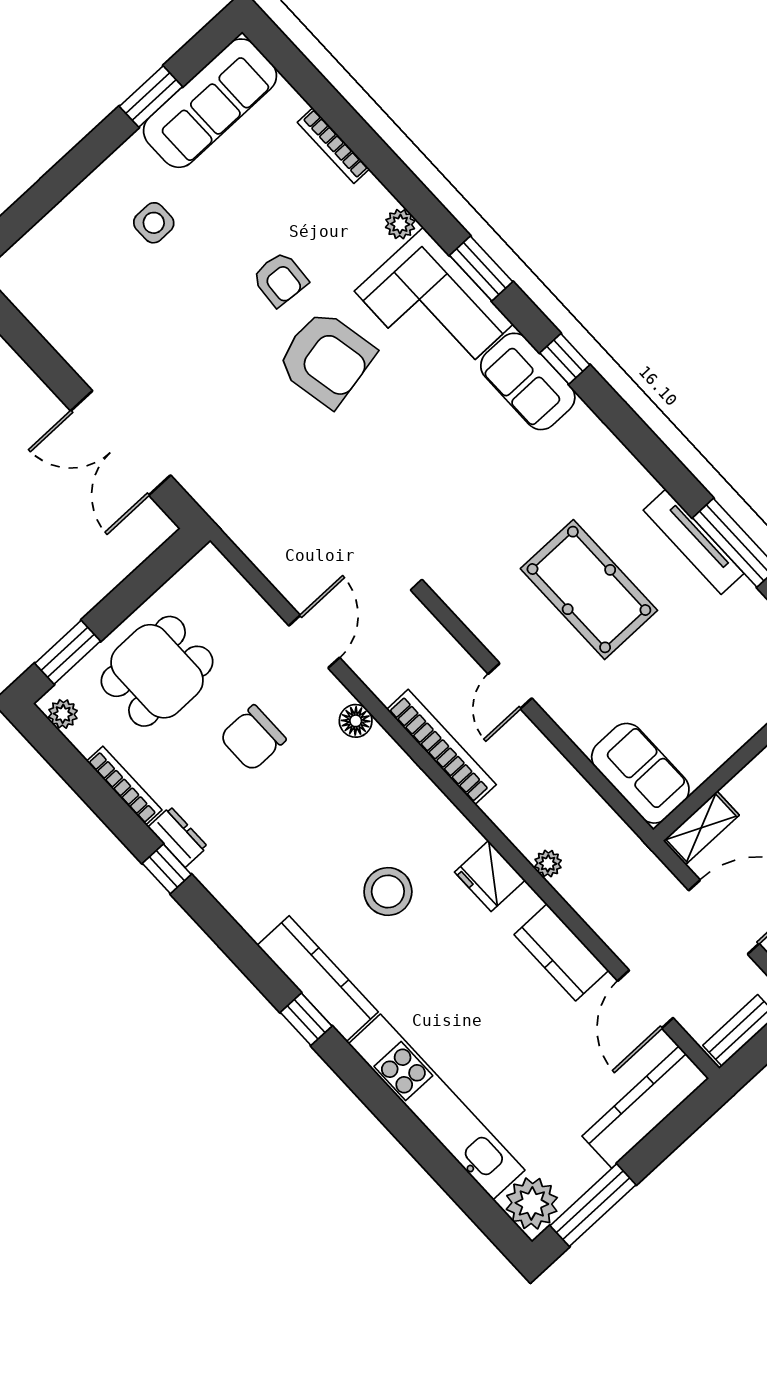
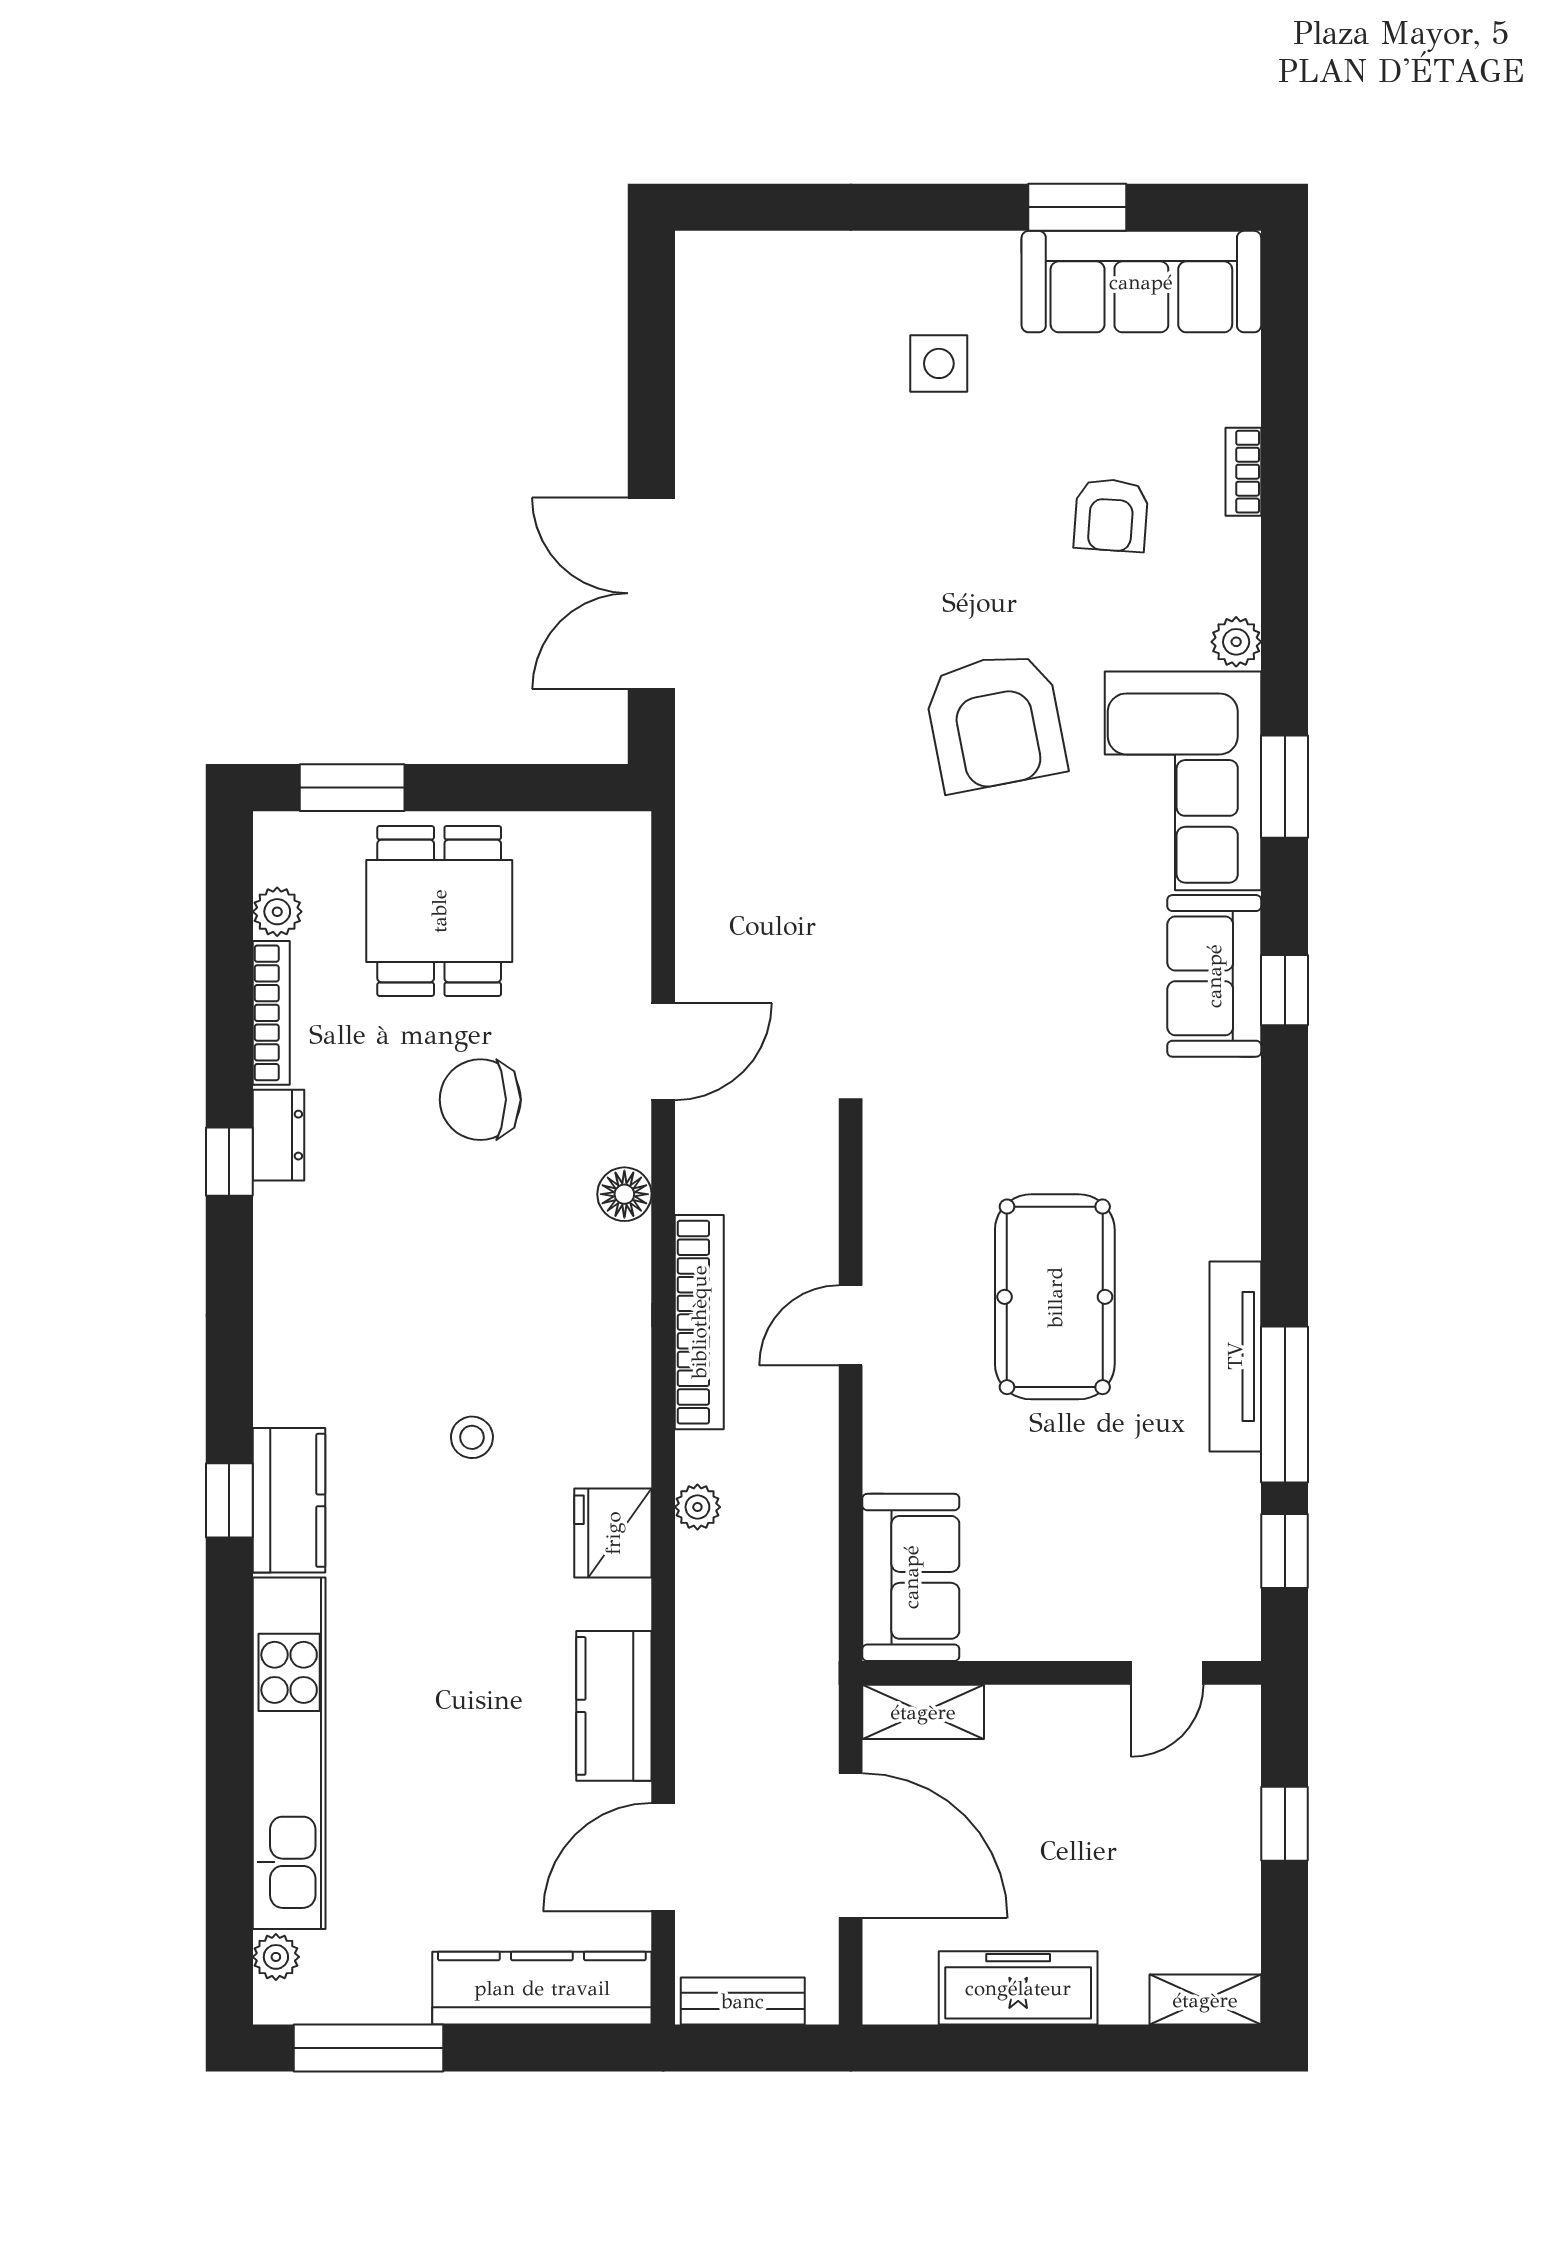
bookcase: (333, 146) -> (1243, 472), width x0.64
armchair: (280, 279) -> (1111, 515), moved
dining table: (157, 671) -> (439, 911), turned 90
plant: (63, 714) -> (277, 912), moved
plant: (548, 863) -> (697, 1507), moved
stool: (388, 891) -> (472, 1437), width x0.53, depth x0.53
kitchen counter: (318, 979) -> (289, 1500), width x0.67
plant: (532, 1203) -> (276, 1957), width x0.53, depth x0.53

